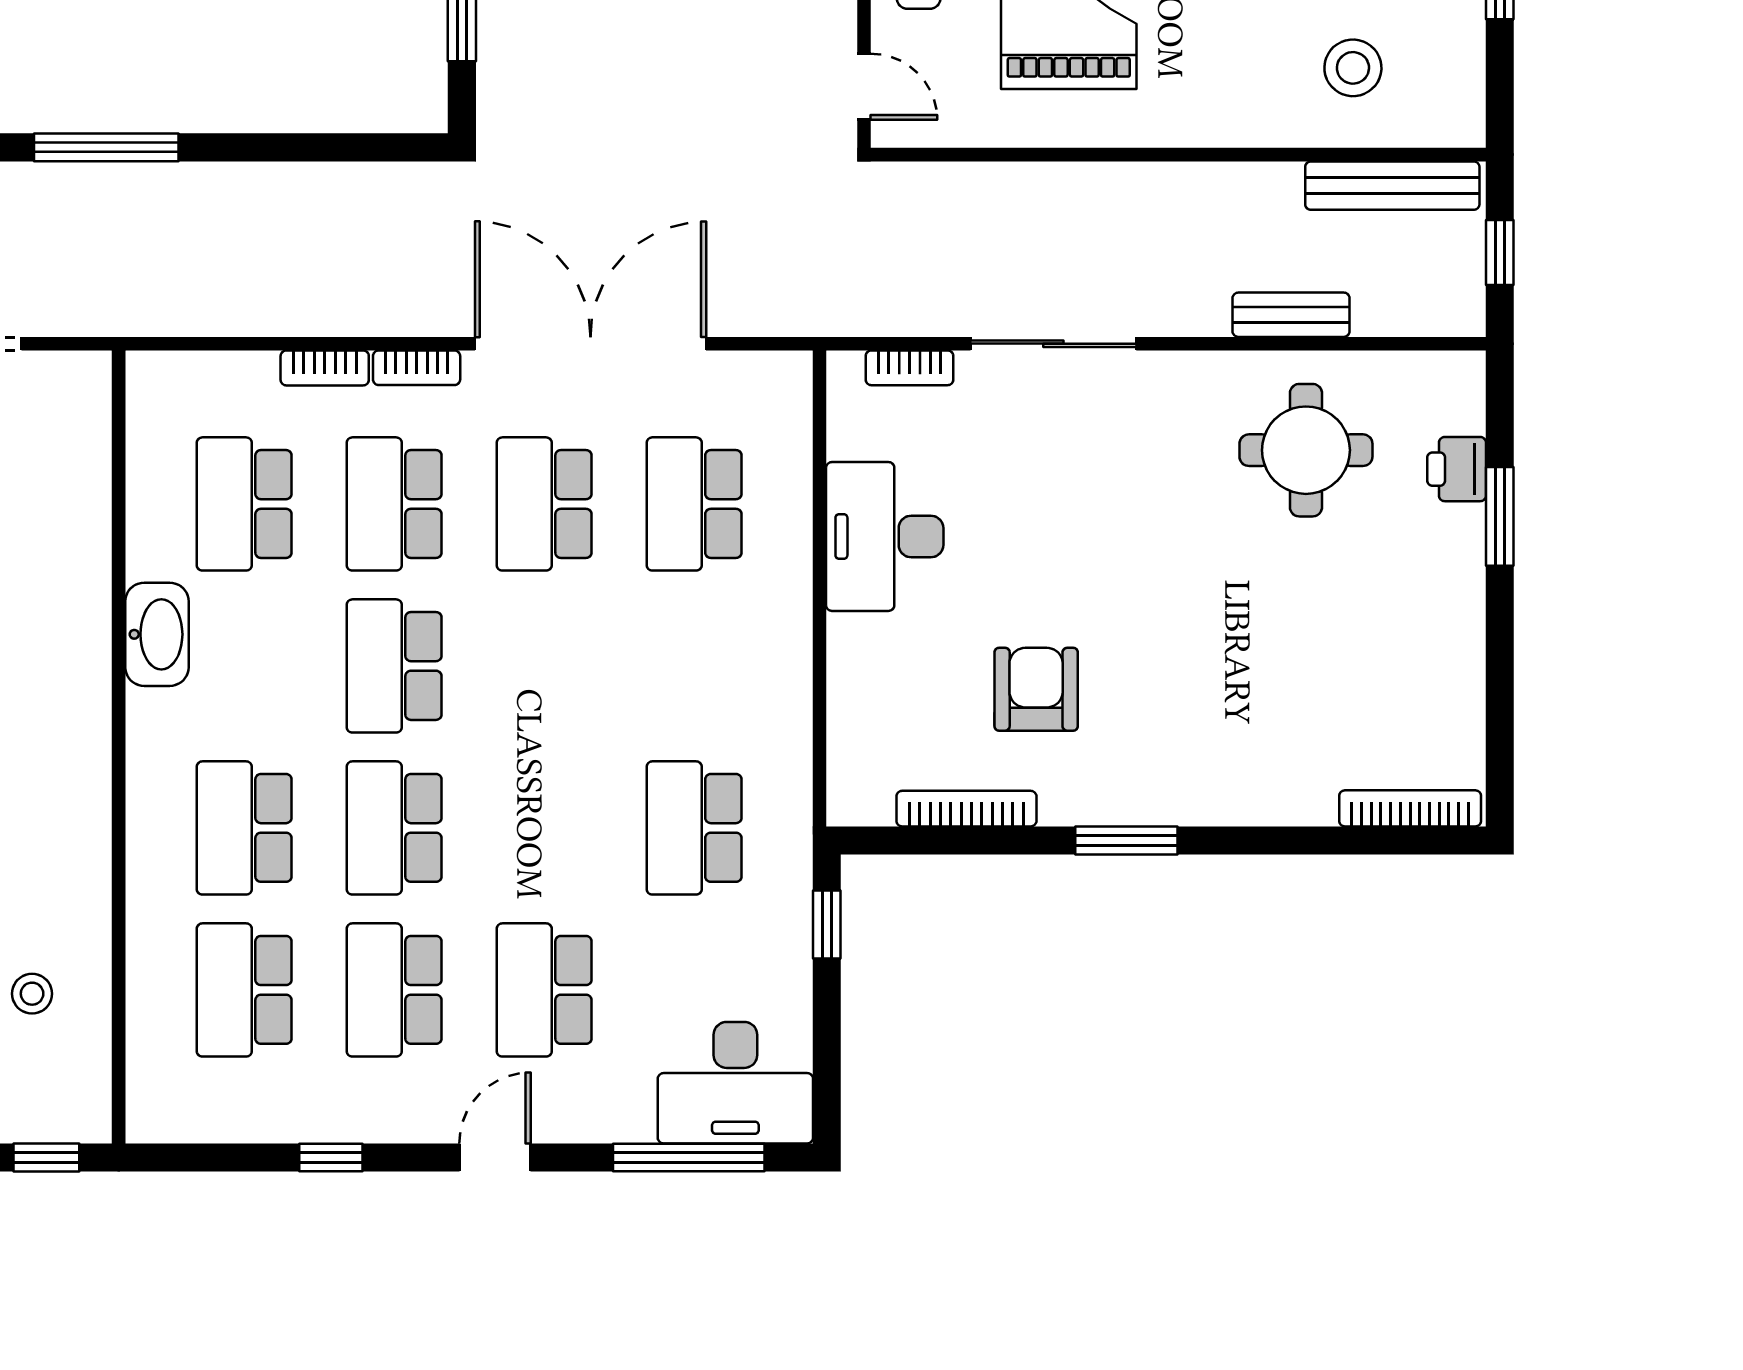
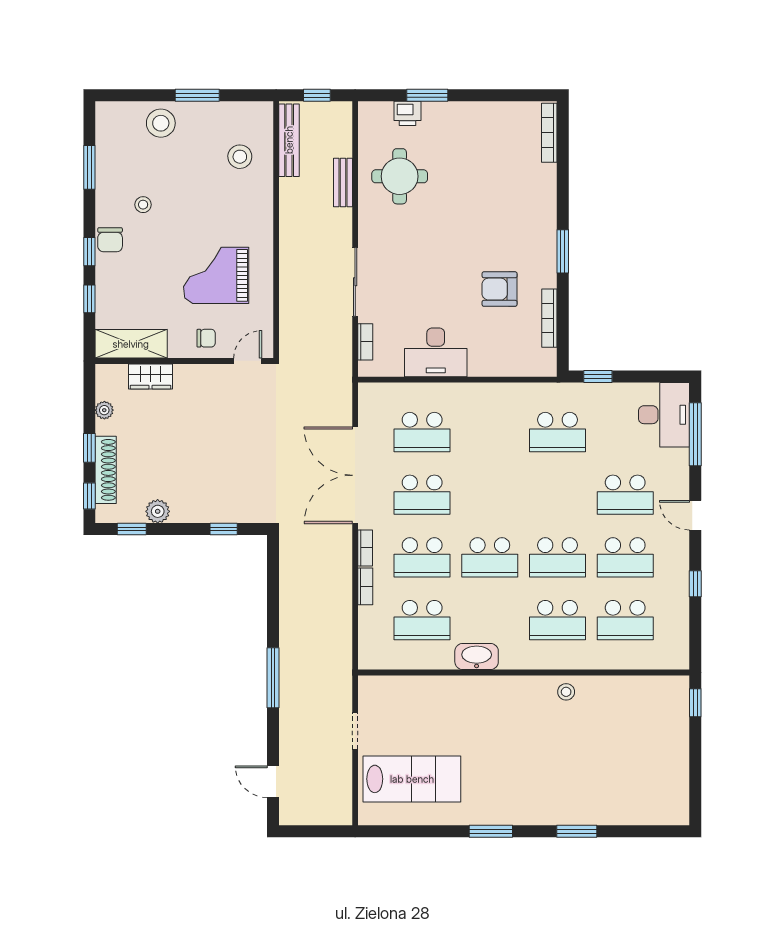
stool: (32, 994) -> (566, 692), moved

